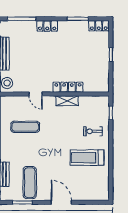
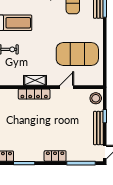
door: (36, 94) -> (67, 87), hinge flipped
exercise mat: (25, 127) -> (77, 54), width x2.00, depth x1.45

